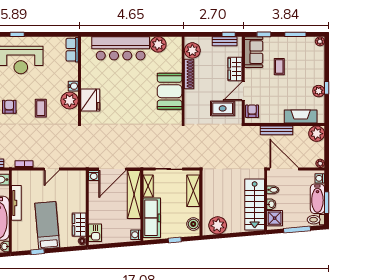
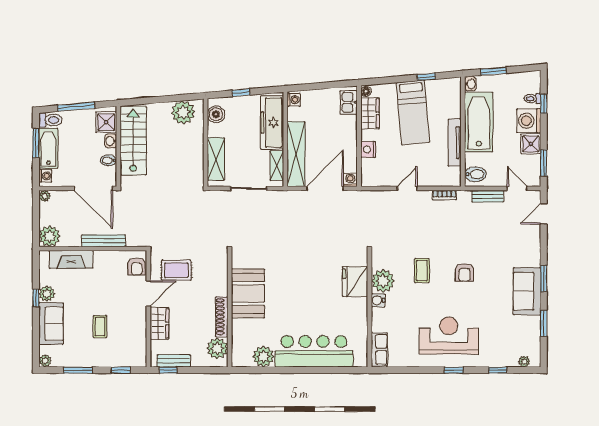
sofa: (254, 52) -> (51, 324), moved, turned 180
nightstand: (80, 198) -> (368, 149), added

